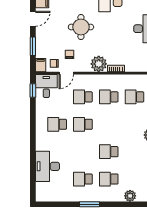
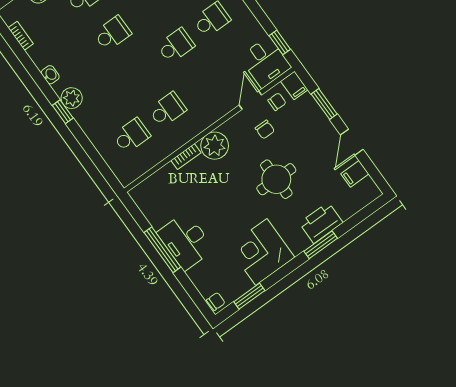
school desk: (83, 97) -> (203, 84), removed

